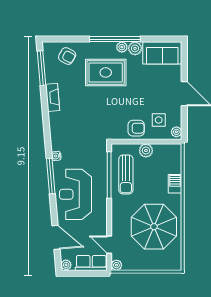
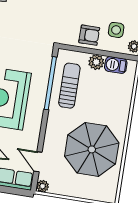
sun lounger: (126, 175) -> (69, 86), turned 180
barbecue: (175, 184) -> (116, 65), moved, turned -90

